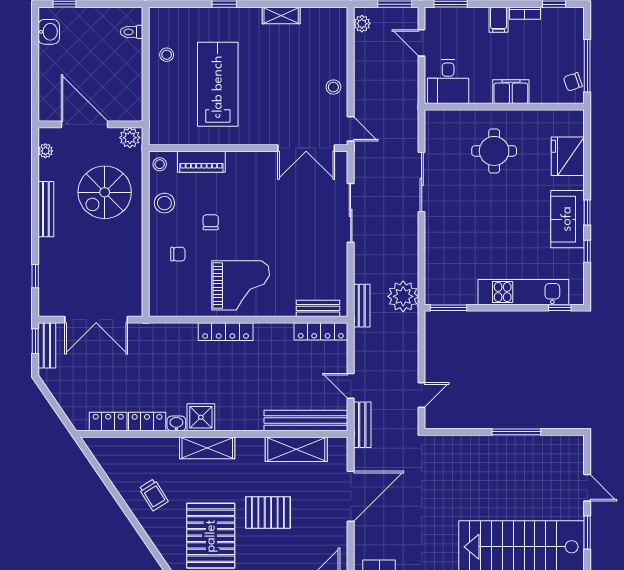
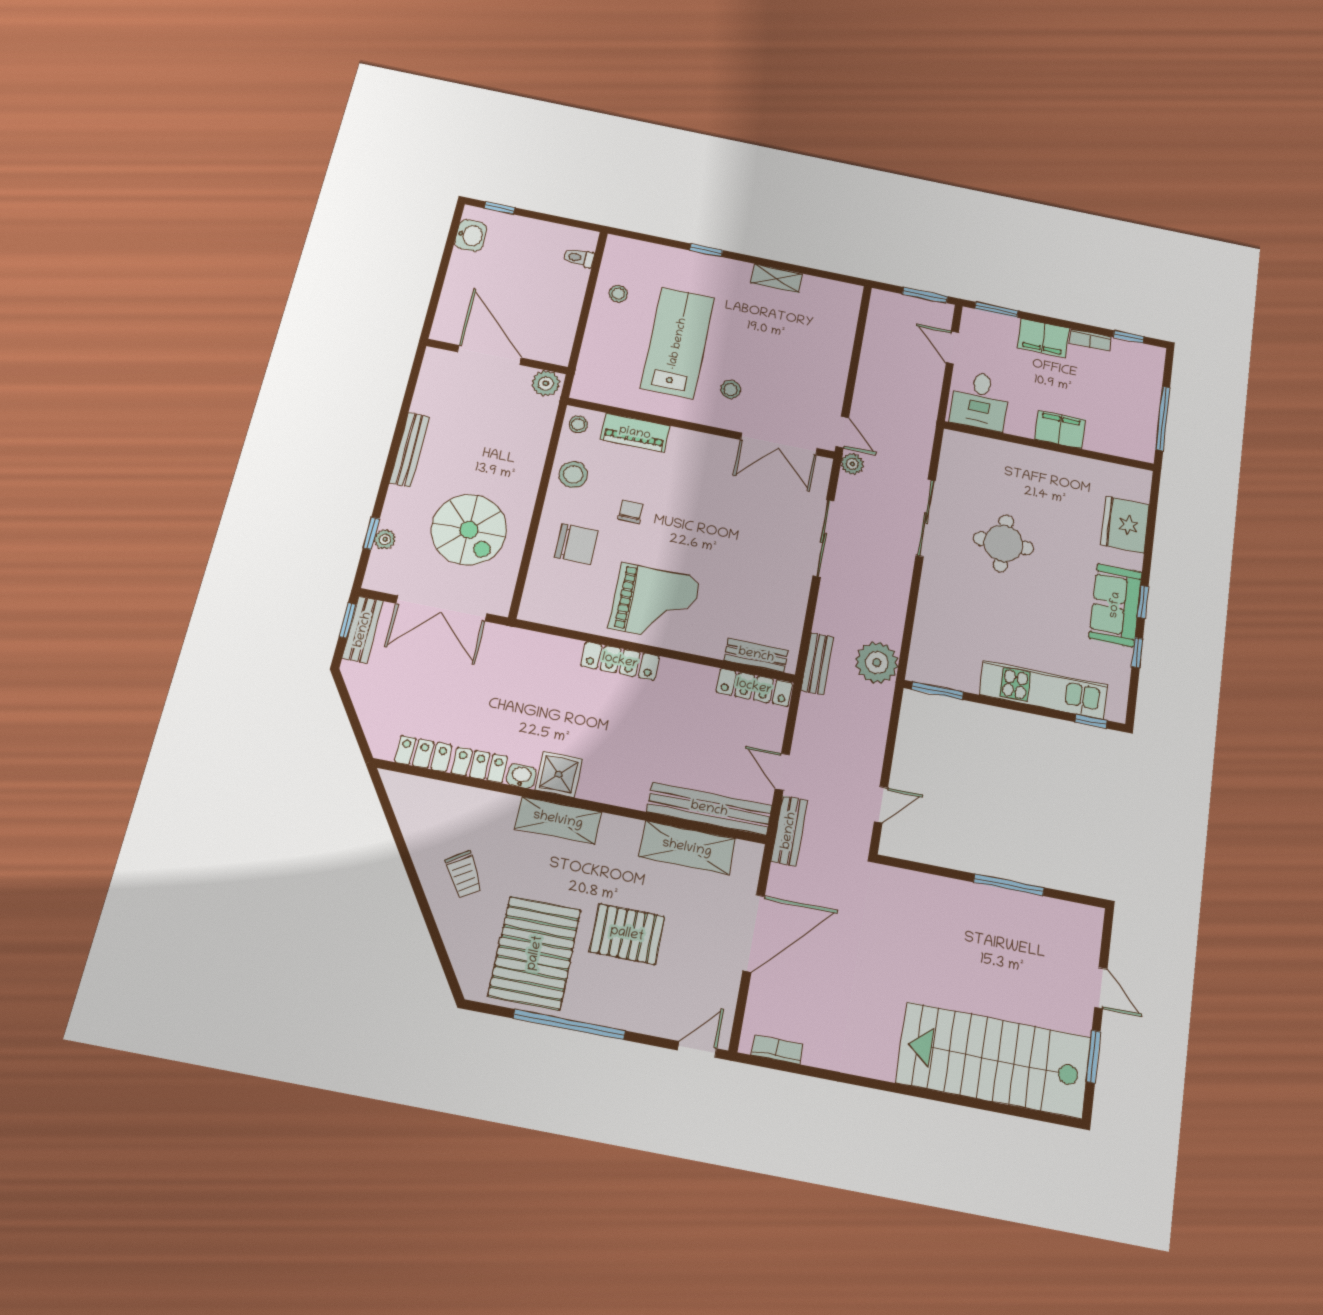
filing cabinet: (499, 20) -> (1043, 338), width x2.00
plant: (362, 24) -> (852, 464), moved
chair: (573, 82) -> (1142, 434), removed
stool: (333, 87) -> (731, 389), moved
plant: (45, 151) -> (385, 539), moved
round table: (494, 151) -> (1003, 543), moved
spiral stairs: (105, 192) -> (469, 530), moved, turned -90
chair: (178, 254) -> (576, 544), width x1.87, depth x1.87

